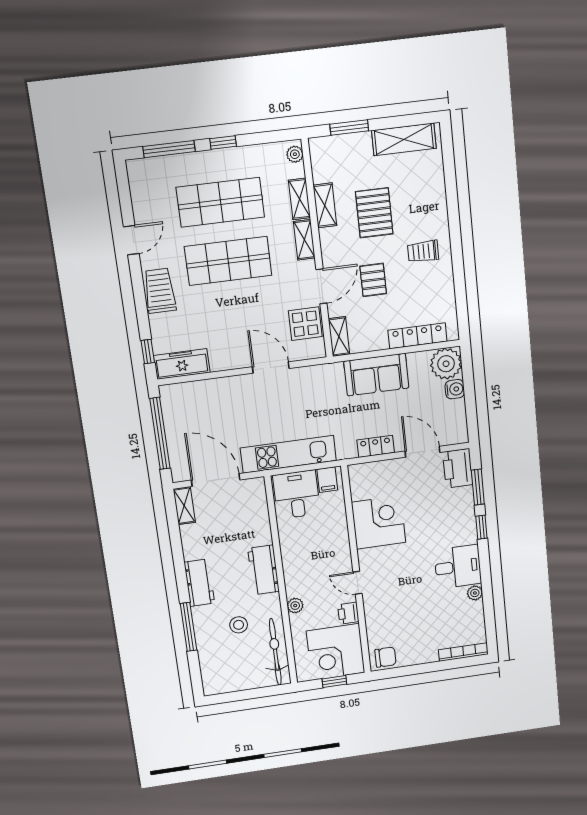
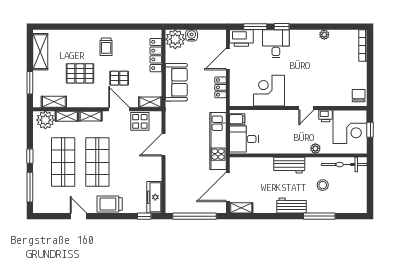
plant: (295, 154) -> (45, 120), width x1.88, depth x1.88
shelving: (325, 205) -> (54, 102), moved
desk: (458, 567) -> (276, 44), moved

